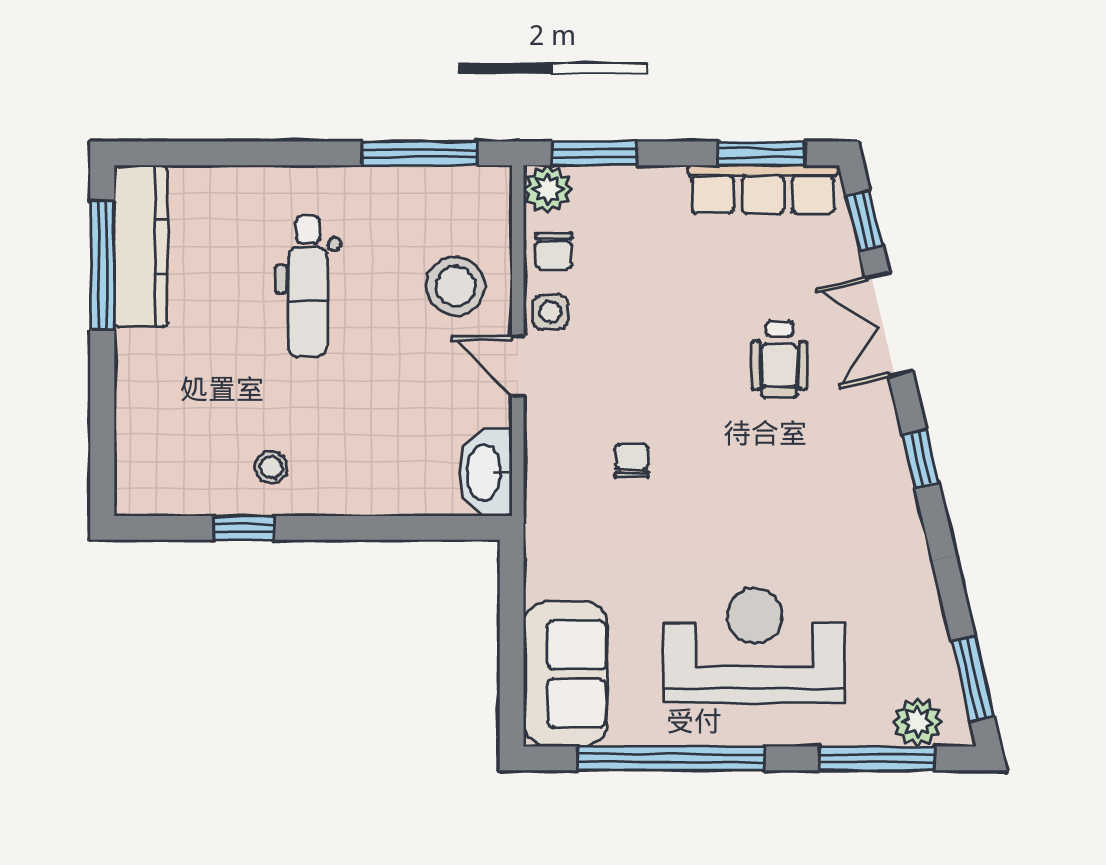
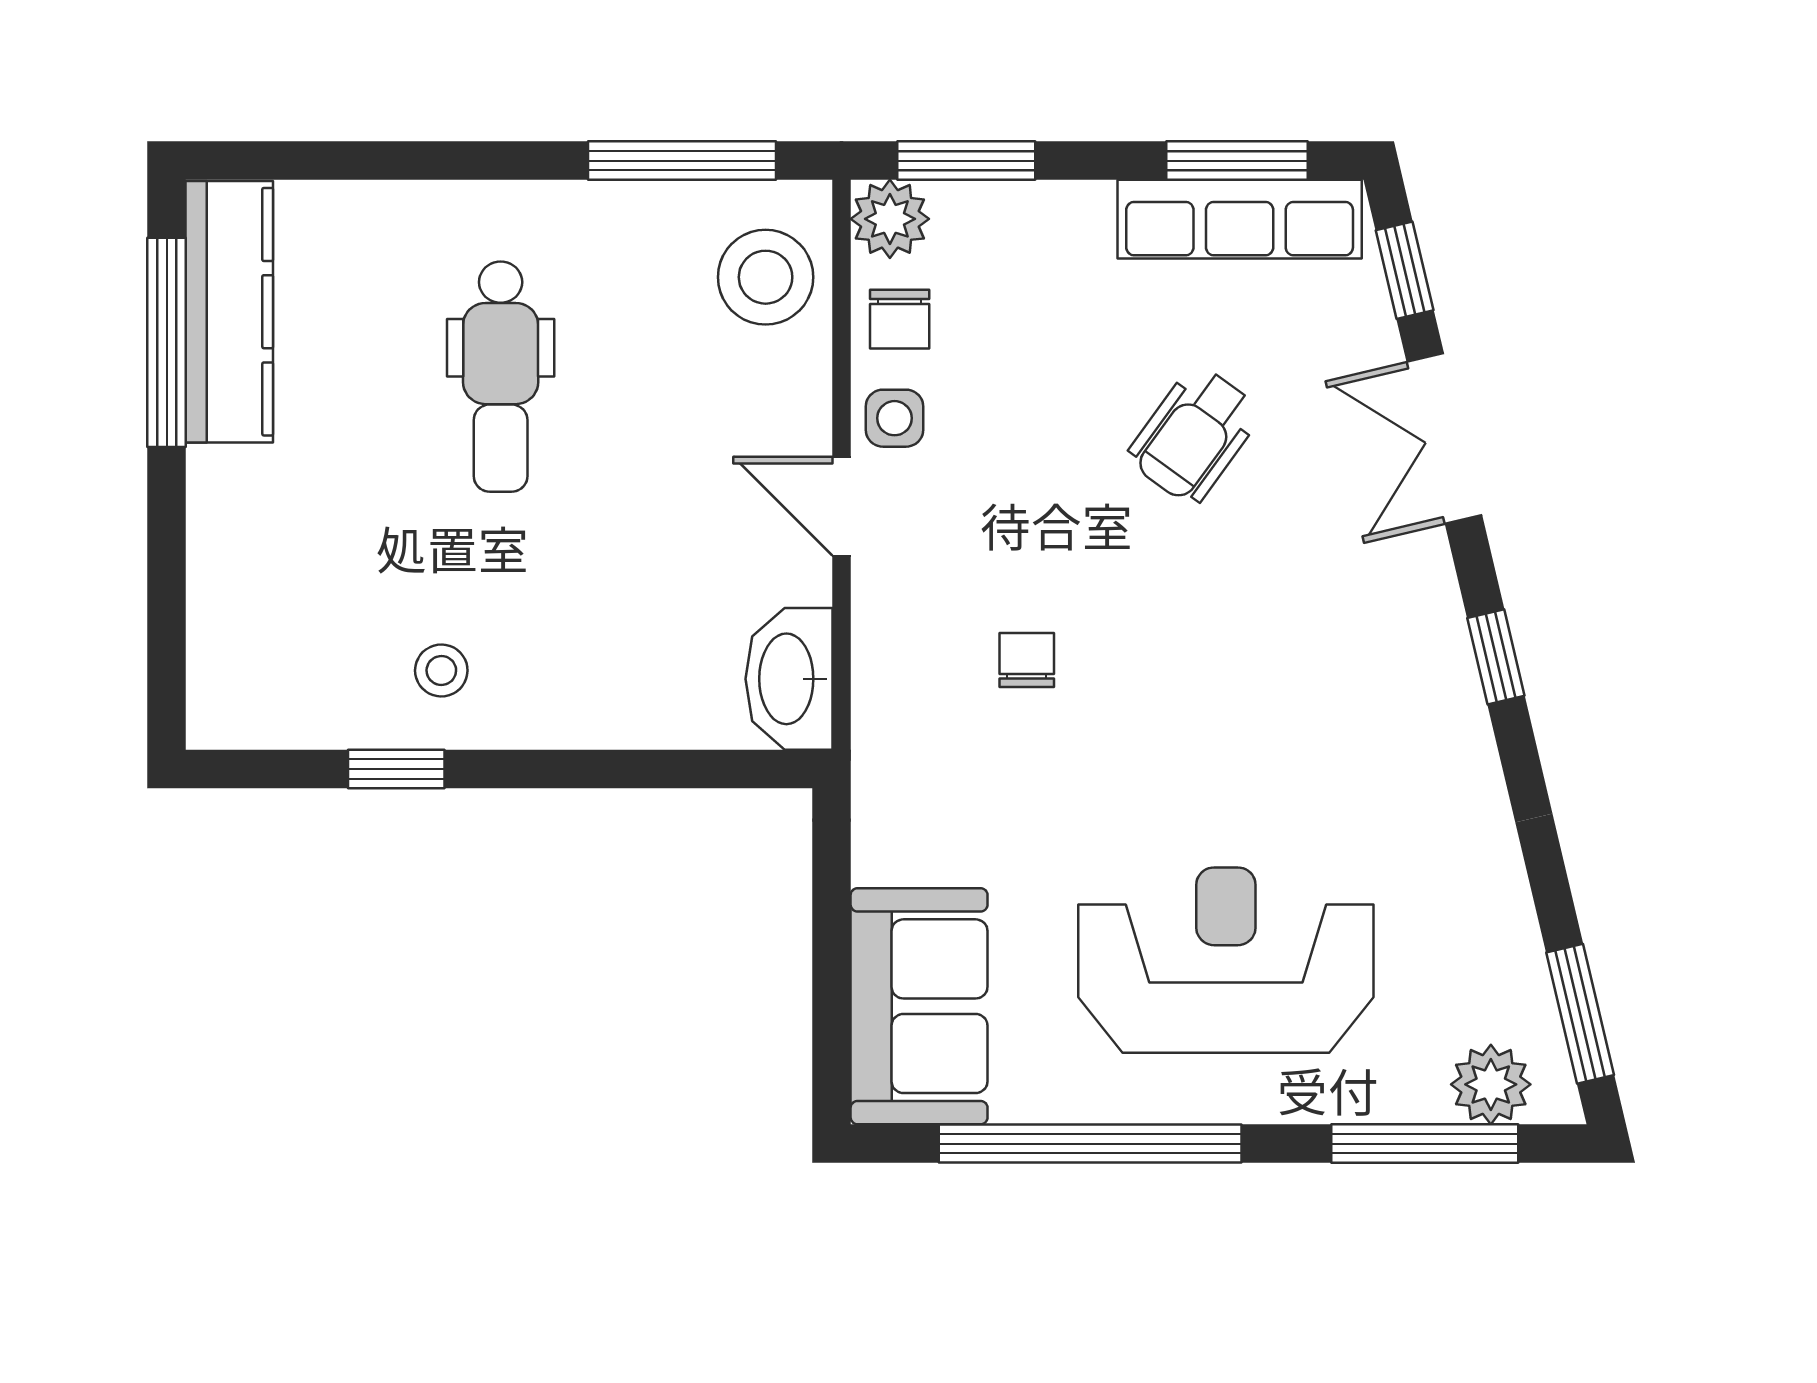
stool: (455, 286) -> (766, 277), moved
wheelchair: (779, 359) -> (1194, 435), moved, turned 36

